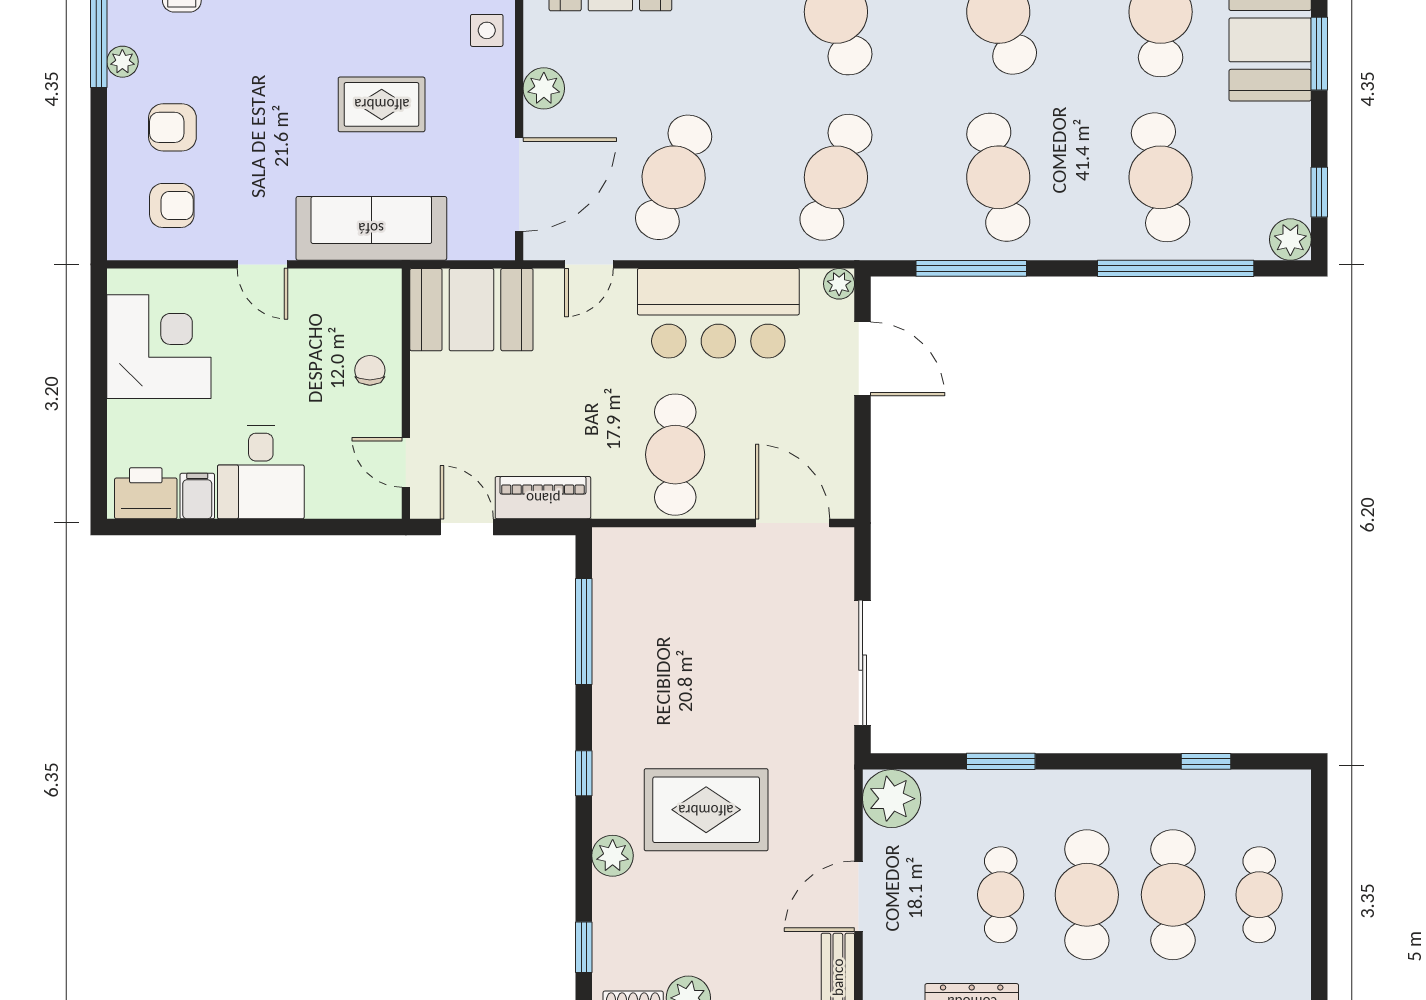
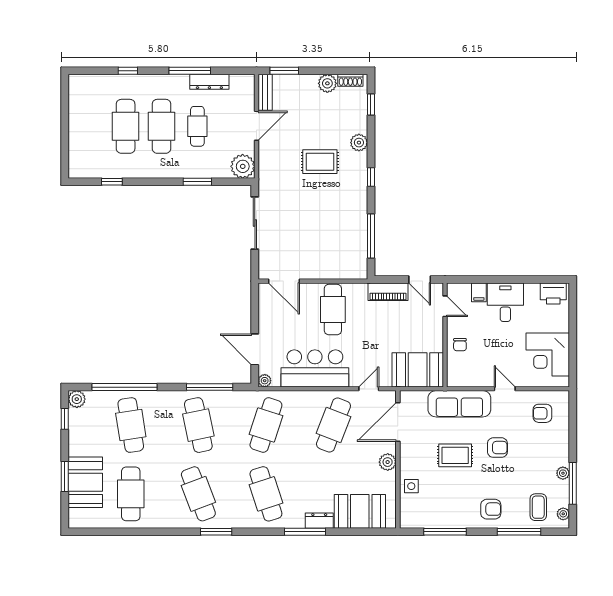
armchair: (172, 127) -> (497, 448), moved
filing cabinet: (197, 496) -> (479, 292), moved
rug: (706, 810) -> (320, 162), width x0.73, depth x0.70
cafe table: (1259, 895) -> (90, 126), removed

